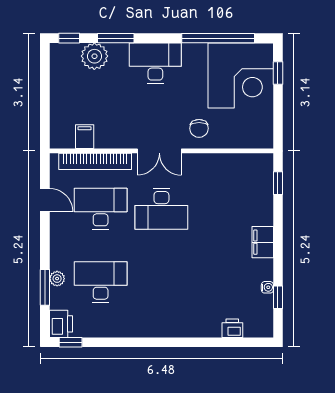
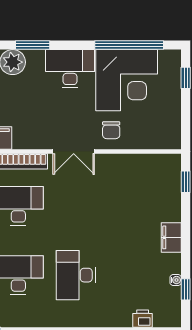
corner desk: (241, 75) -> (127, 80), moved
desk: (161, 209) -> (76, 275), moved, turned 90

